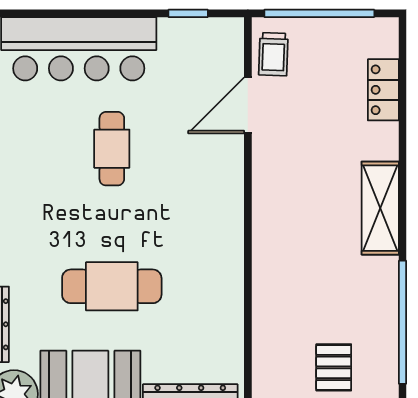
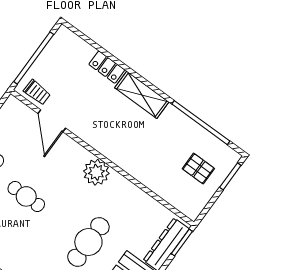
locker: (383, 90) -> (107, 67), moved
plant: (221, 224) -> (96, 172), added

